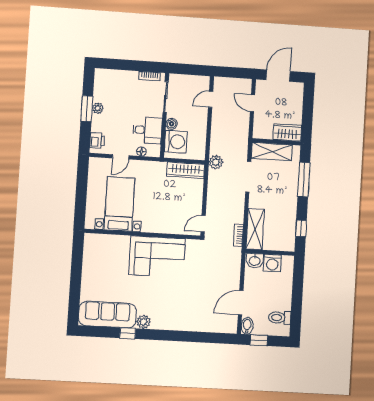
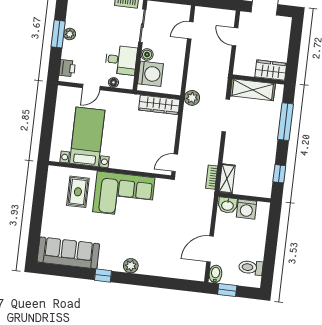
shelving: (255, 229) -> (227, 179), width x0.67, depth x0.75
rug: (113, 256) -> (78, 192), added
plant: (144, 322) -> (131, 266), moved
window: (128, 333) -> (103, 275), moved

